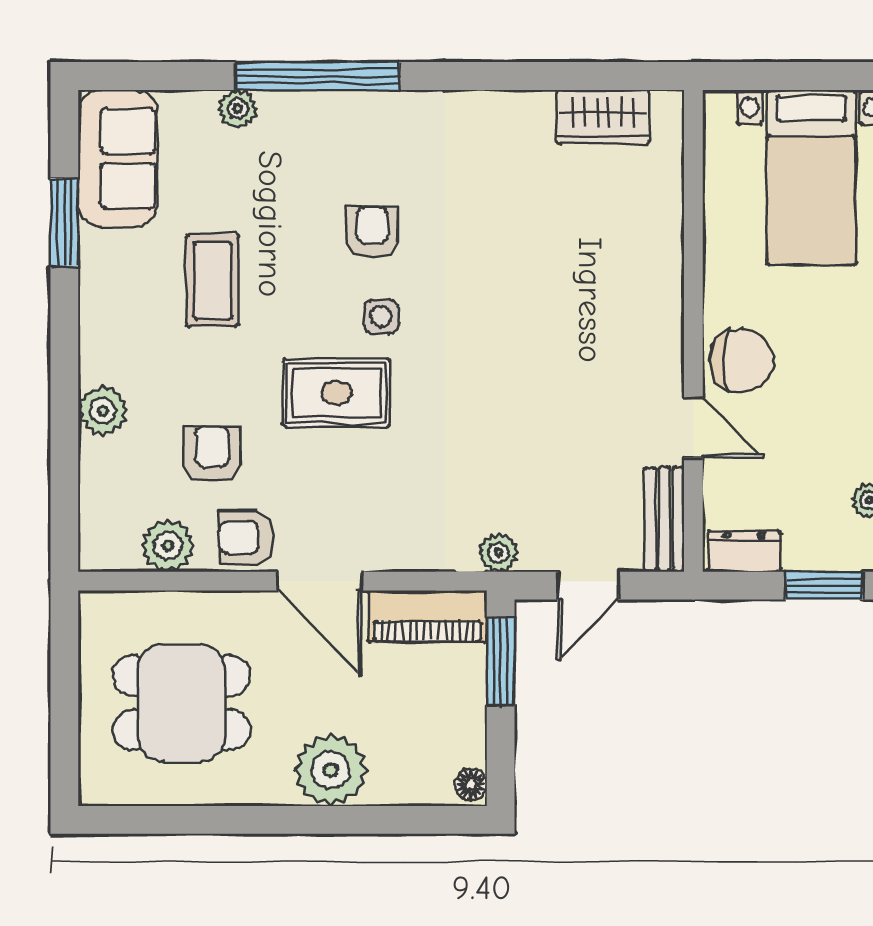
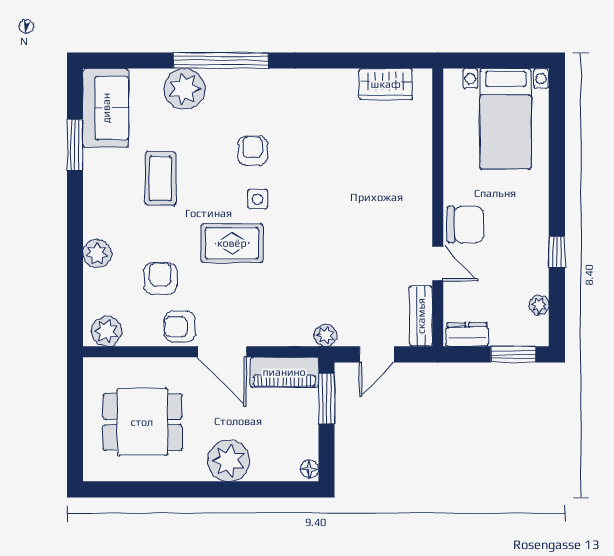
plant: (238, 109) -> (185, 89), width x1.88, depth x1.88
plant: (168, 546) -> (107, 331), moved

